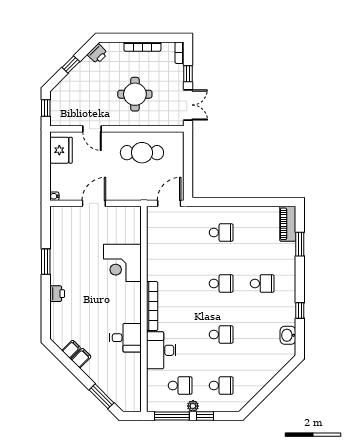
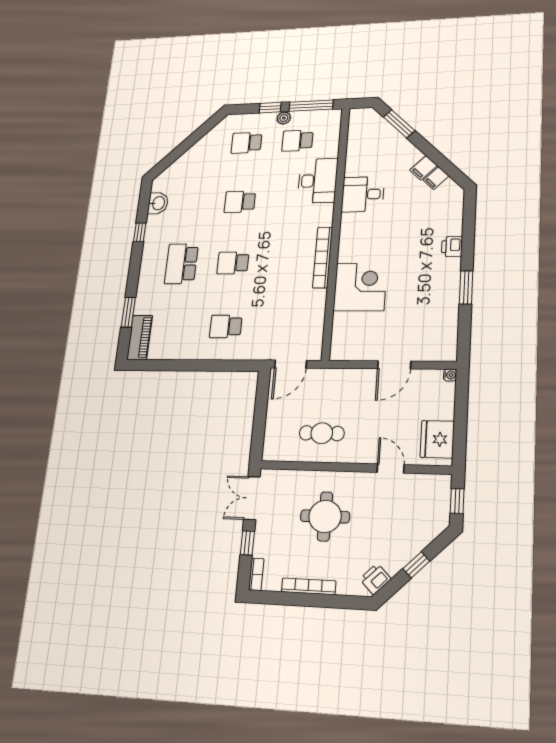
cafe table: (142, 153) -> (322, 433), width x0.73, depth x0.74
school desk: (262, 284) -> (181, 264), width x1.85
bookcase: (152, 306) -> (323, 257), moved

